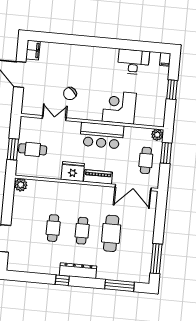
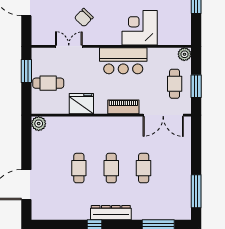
window: (13, 149) -> (26, 71), moved
window: (166, 153) -> (196, 86), moved
fridge: (73, 172) -> (81, 104), moved
cafe table: (111, 233) -> (144, 168), width x0.73, depth x0.74

